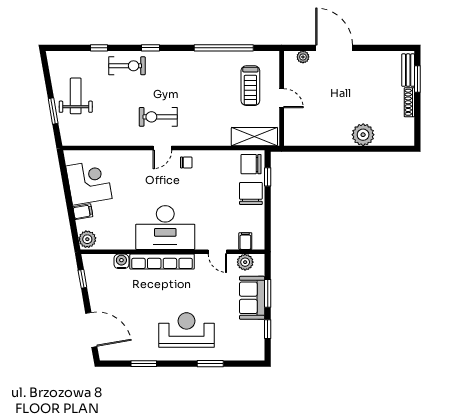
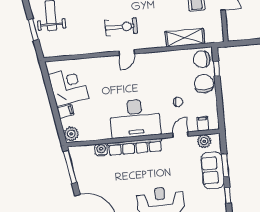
exercise bike: (158, 117) -> (121, 27), turned 180
shelving: (254, 137) -> (185, 38), moved
chair: (186, 162) -> (178, 102), moved
door: (217, 252) -> (180, 135), swing flipped
window: (82, 279) -> (70, 167), width x2.17

